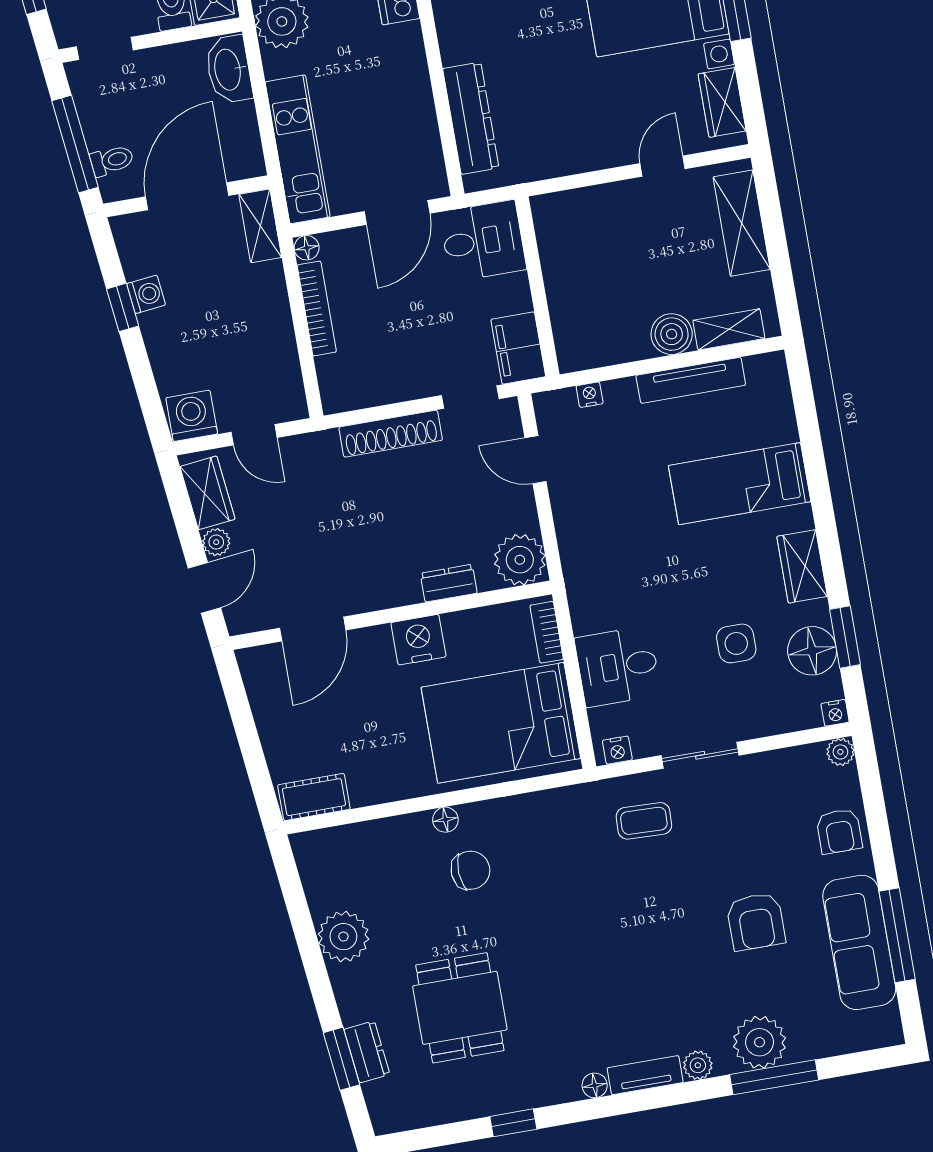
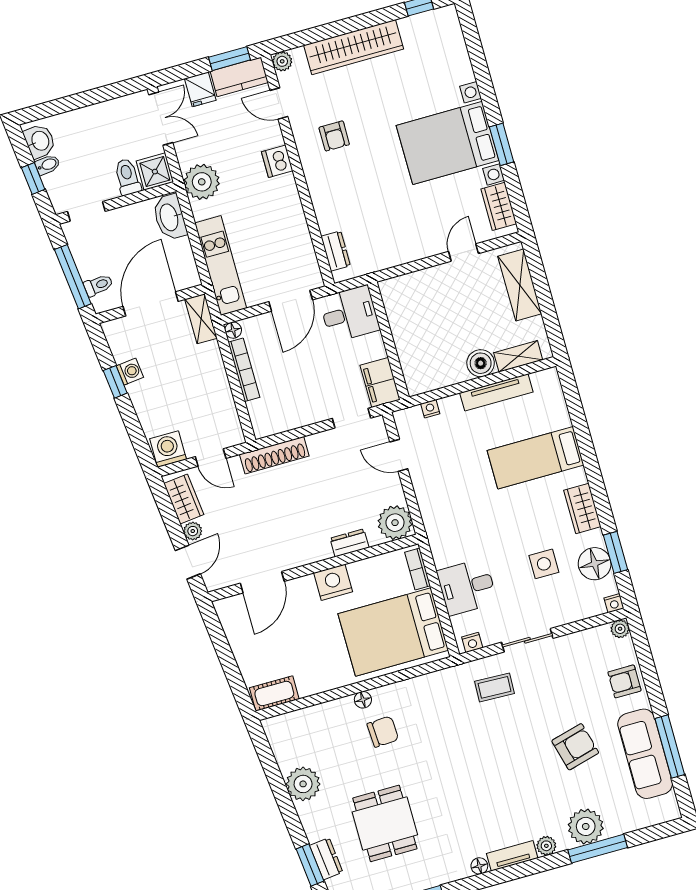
dresser: (471, 118) -> (336, 251), width x0.51, depth x0.80
shoe rack: (391, 434) -> (274, 455), moved
armchair: (839, 831) -> (624, 681), turned 90
armchair: (756, 922) -> (575, 747), turned -105

